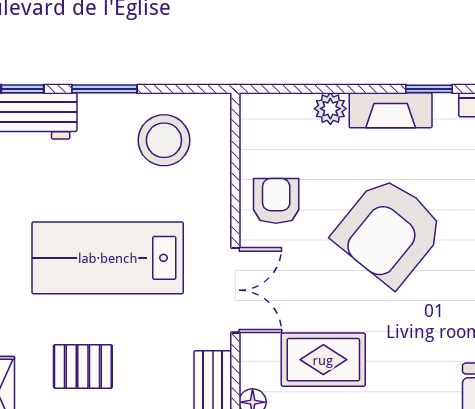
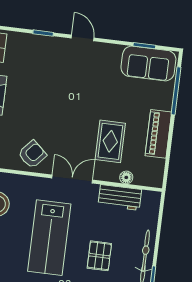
armchair: (276, 201) -> (32, 154), turned 132
armchair: (389, 231) -> (53, 103), removed

